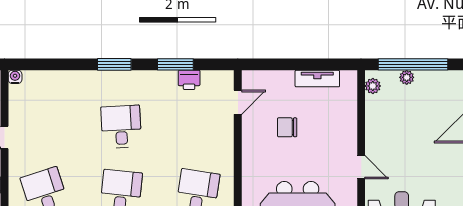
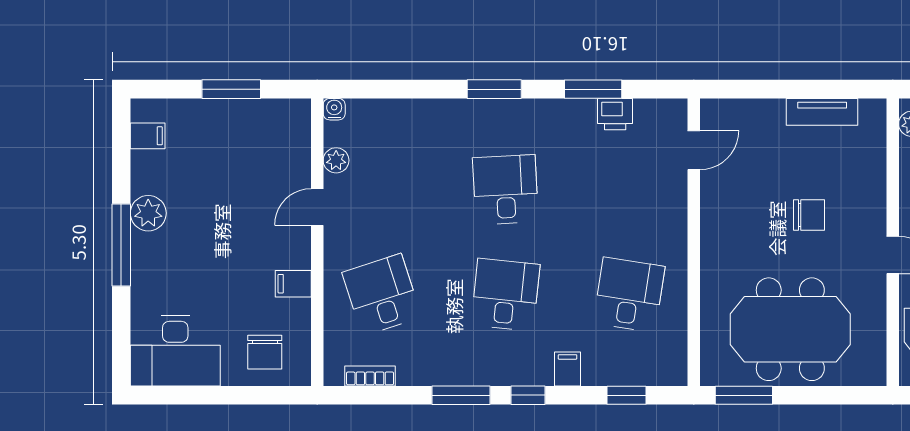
plant: (16, 109) -> (336, 160), added
chair: (287, 127) -> (809, 215), moved, turned 180

